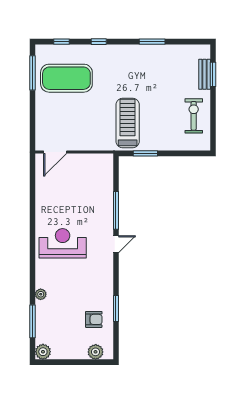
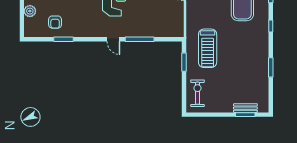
exercise bike: (194, 116) -> (198, 93), moved, turned -90
treadmill: (128, 123) -> (208, 48), turned 90
plant: (96, 352) -> (30, 11), moved

